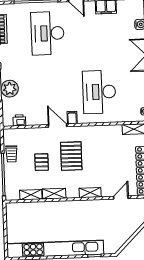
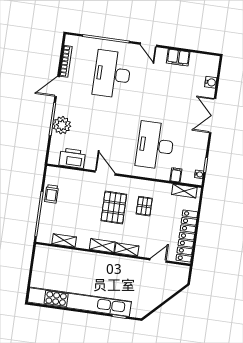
filing cabinet: (72, 118) -> (176, 175), moved
printer: (19, 120) -> (72, 158), width x1.87, depth x1.48
pallet: (42, 162) -> (144, 206), moved
shelving: (54, 194) -> (102, 246), moved

